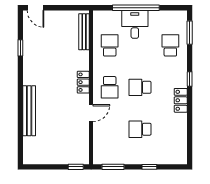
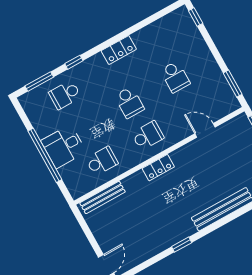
school desk: (110, 45) -> (102, 161), turned 180
window: (20, 48) -> (182, 245), moved
window: (190, 79) -> (74, 62), moved
door: (91, 113) -> (205, 130), moved
window: (149, 167) -> (196, 17), moved

